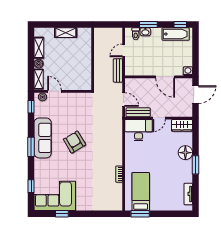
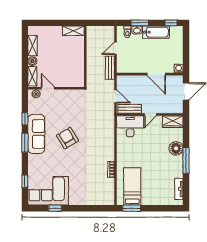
shelving: (66, 33) -> (73, 31), moved
bathtub: (176, 34) -> (156, 32), moved
window: (31, 107) -> (25, 119), moved
window: (196, 165) -> (186, 160), width x1.44

